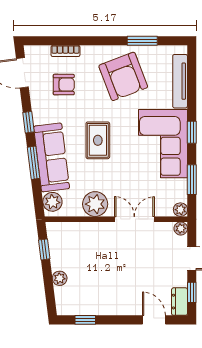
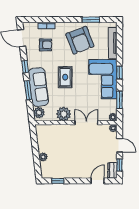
window: (44, 249) -> (34, 140), removed
door: (154, 320) -> (98, 181), hinge flipped

